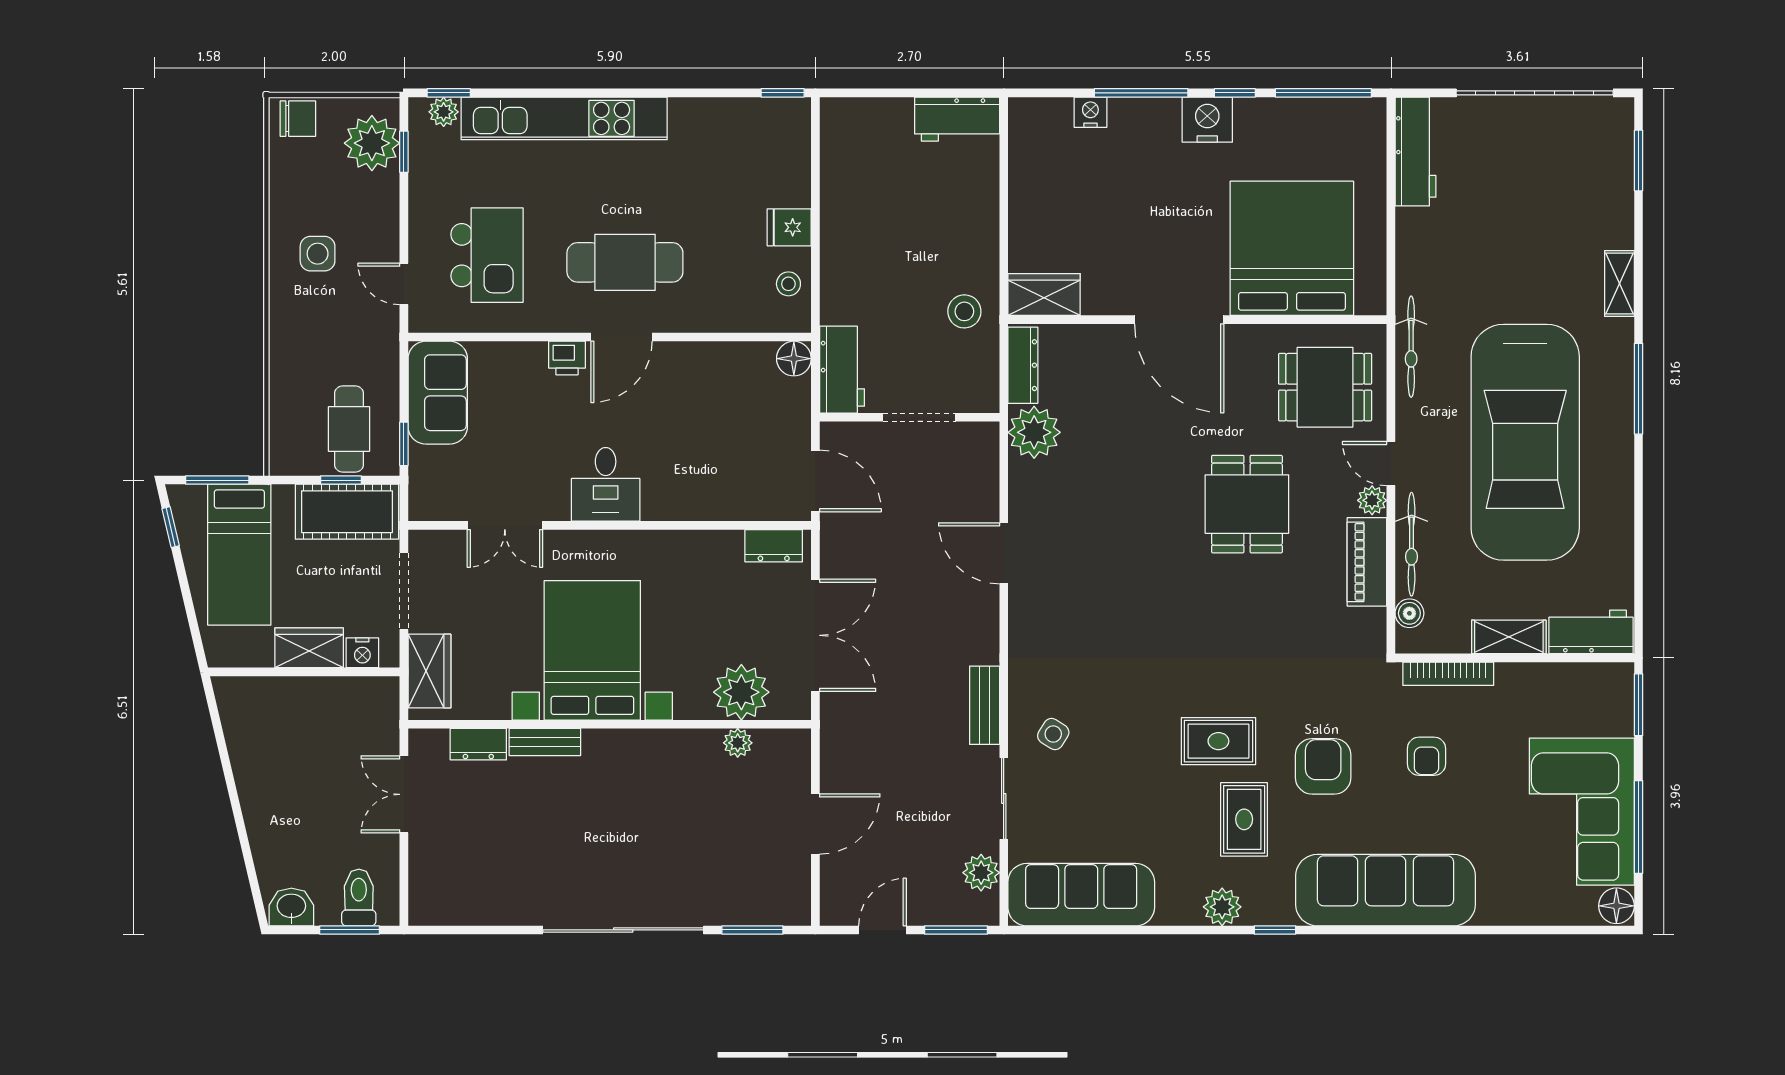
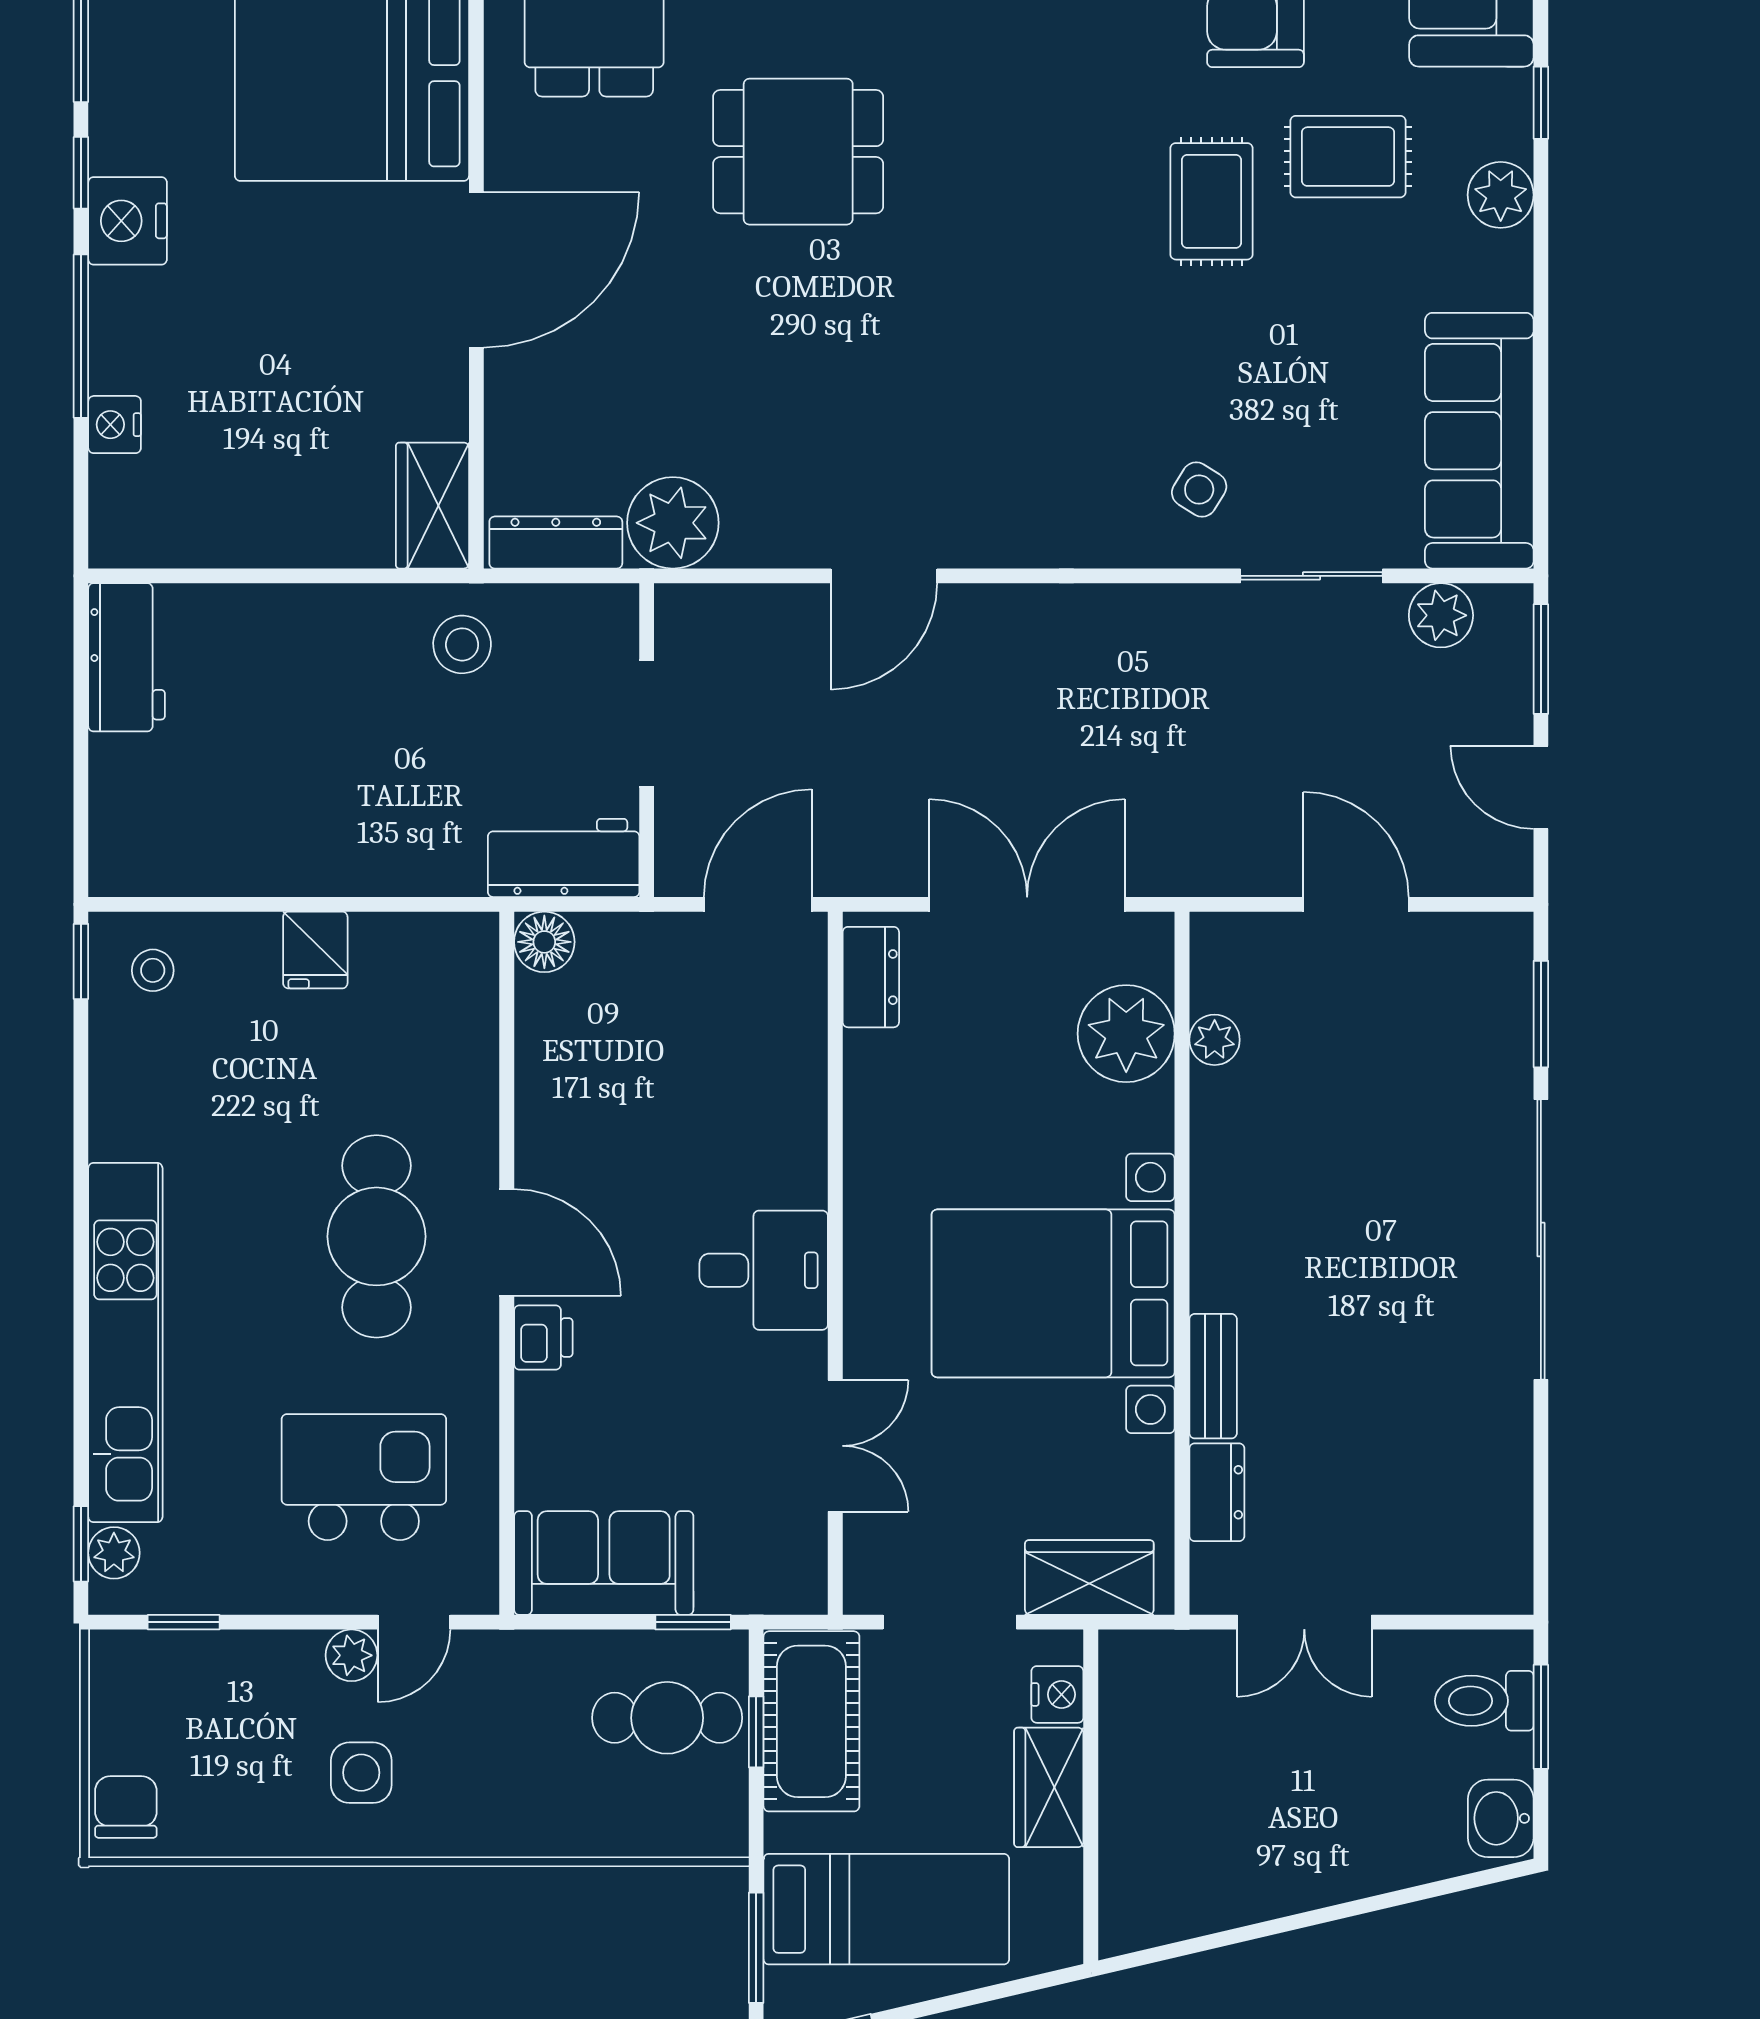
plant: (372, 143) -> (351, 1655), moved, width x0.53, depth x0.53
stool: (788, 284) -> (153, 970), moved
bench: (985, 705) -> (1149, 609), removed

